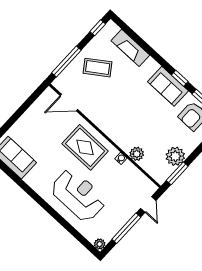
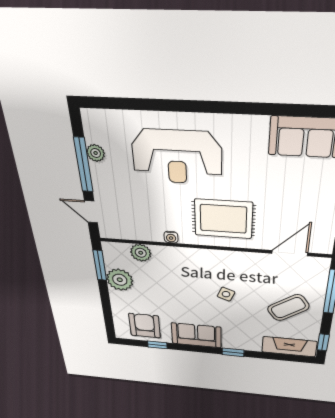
fireplace: (130, 48) -> (289, 347), moved
window: (180, 78) -> (233, 352), moved
side table: (124, 102) -> (226, 294), added
plant: (137, 154) -> (141, 253), moved
plant: (100, 244) -> (96, 153), moved

